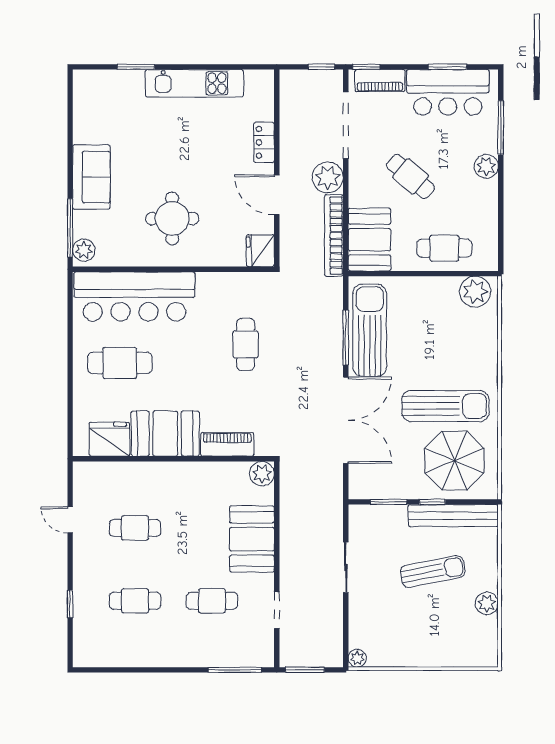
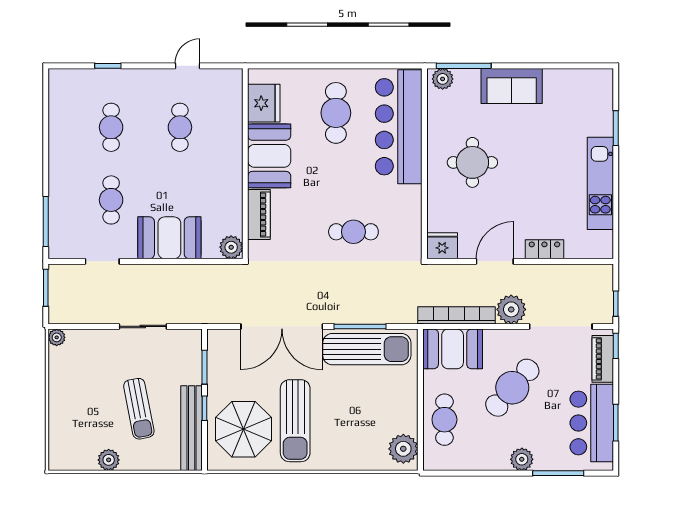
cafe table: (410, 176) -> (512, 388), width x1.37, depth x1.35

